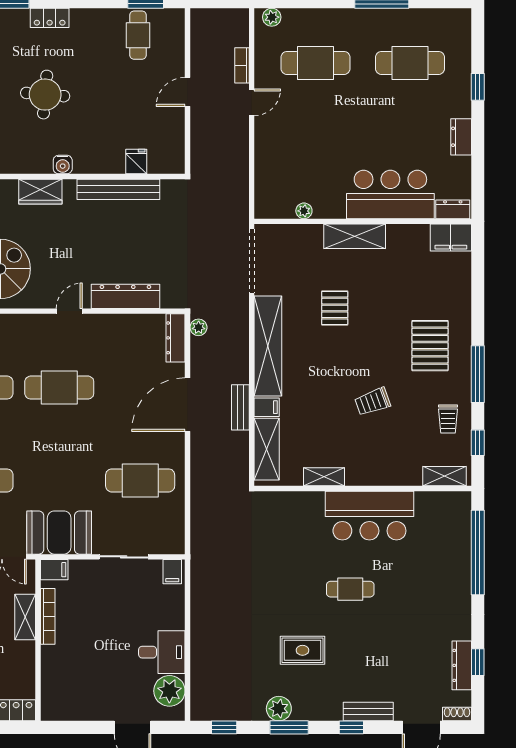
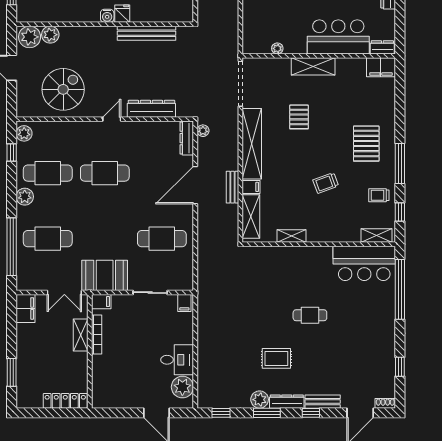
fridge: (136, 161) -> (122, 14), moved
wardrobe: (40, 192) -> (91, 35), removed
trolley: (448, 419) -> (379, 195), turned 90
bar counter: (369, 516) -> (364, 263), moved
dresser: (462, 665) -> (287, 402), moved, turned 90

